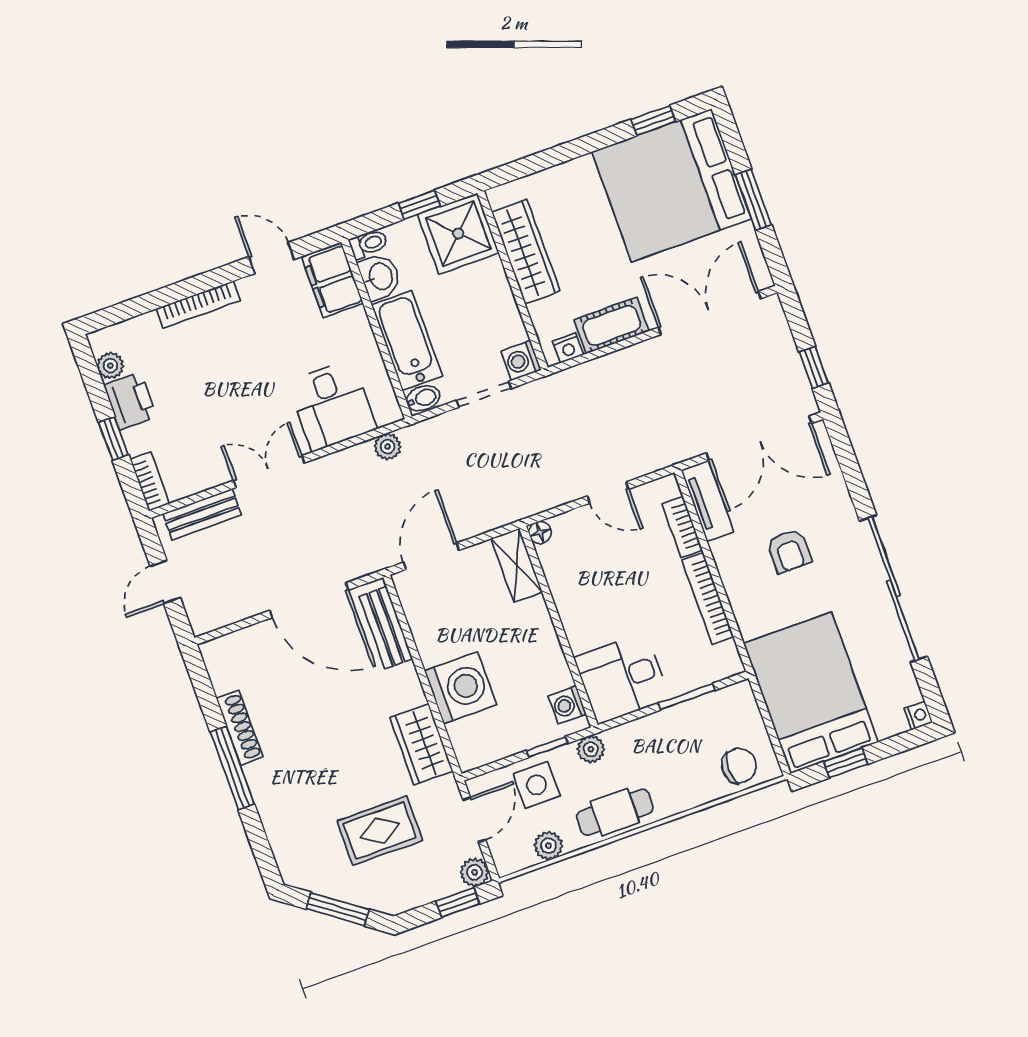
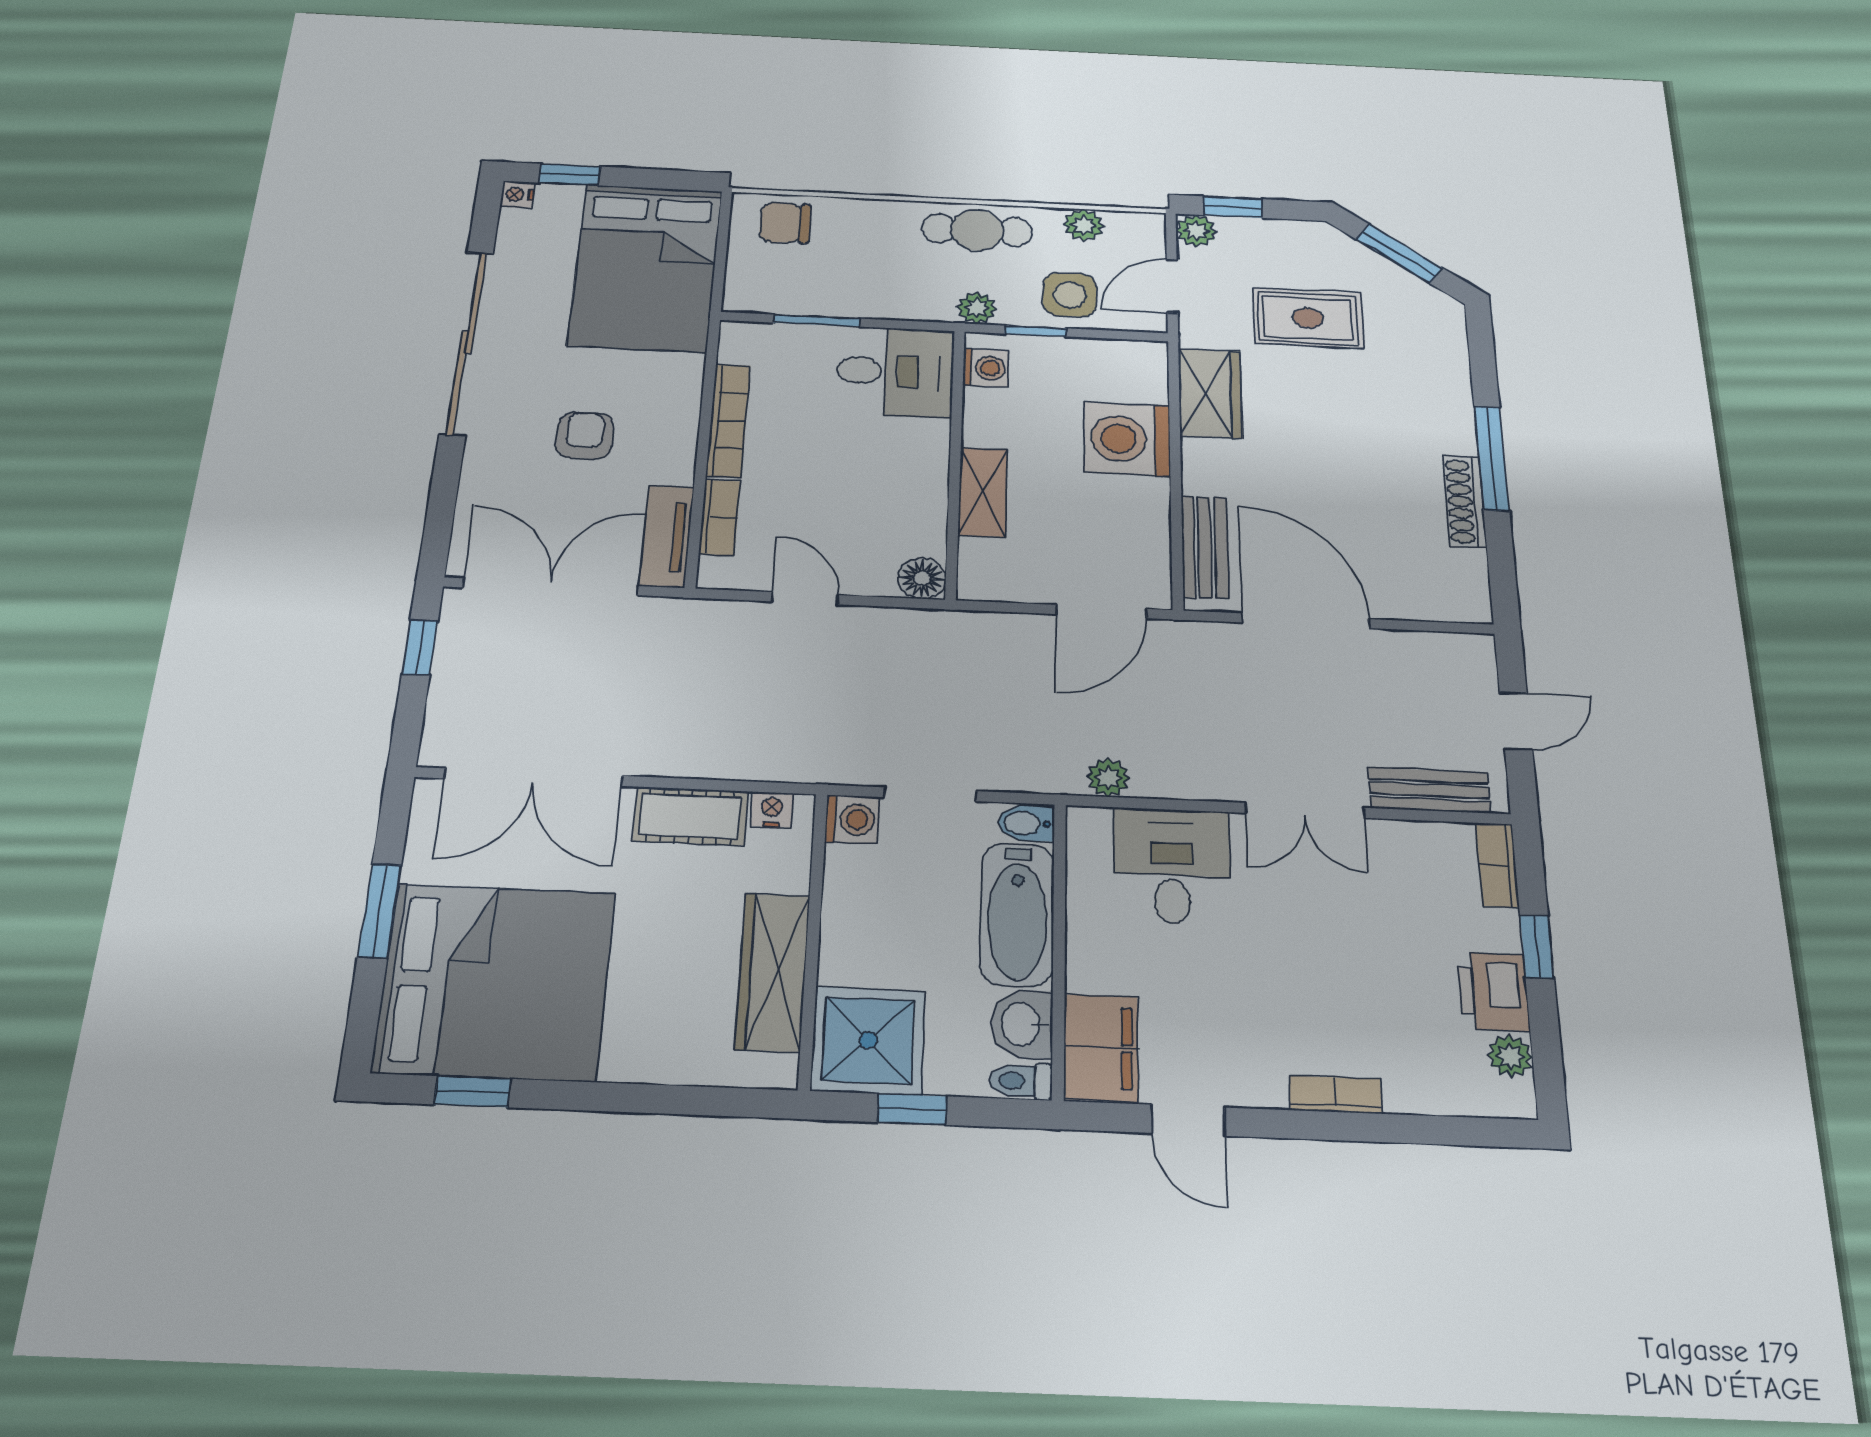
bookcase: (198, 305) -> (1335, 1095), width x0.64
floor lamp: (540, 532) -> (922, 578), width x1.37, depth x1.37
shelving: (517, 565) -> (983, 492), moved
window: (846, 763) -> (570, 175), moved

